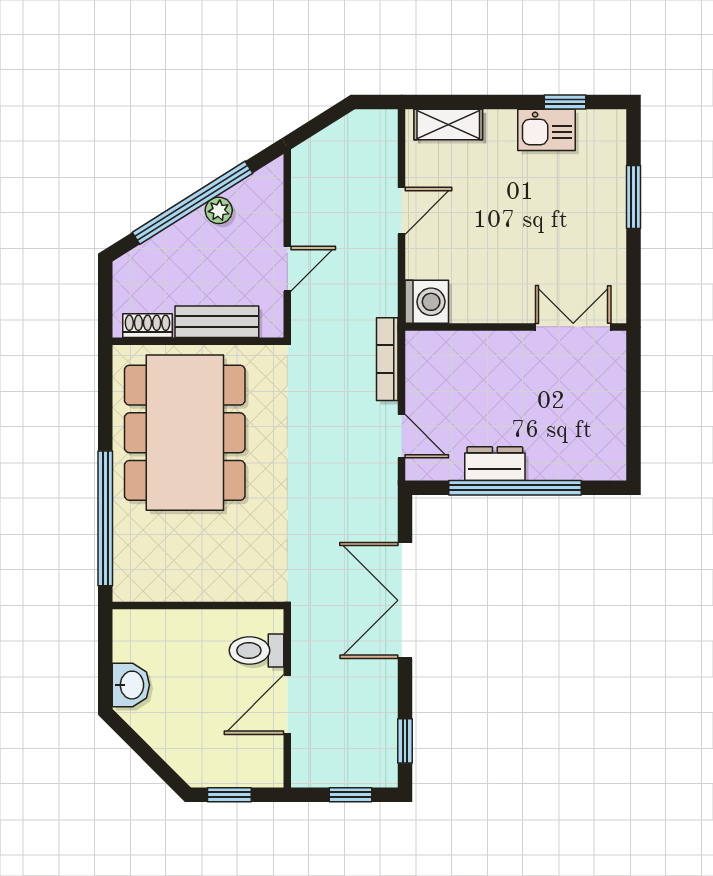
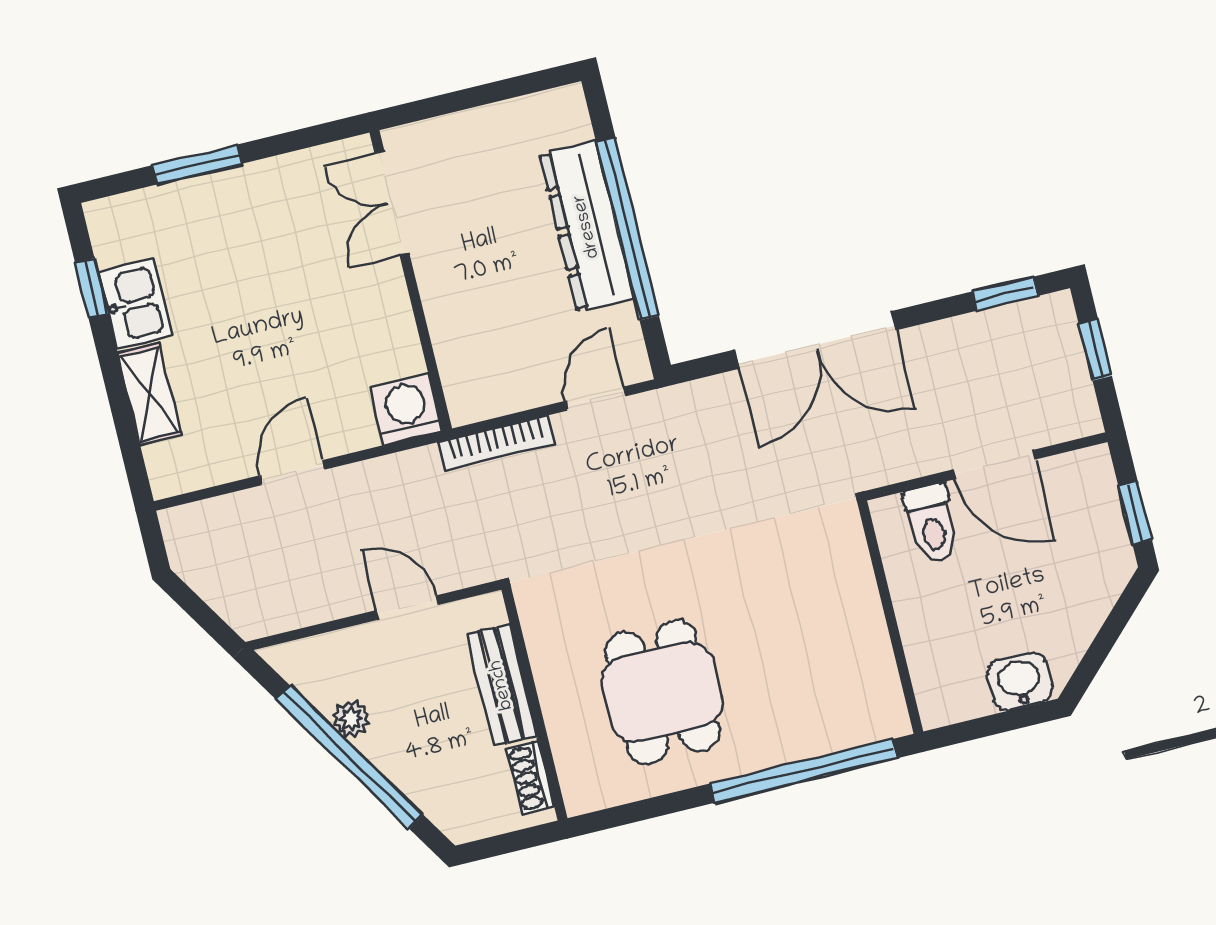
shelving: (448, 125) -> (149, 394), moved
door: (402, 211) -> (292, 473), hinge flipped
dining table: (185, 433) -> (662, 692), width x0.53, depth x0.80
dresser: (495, 464) -> (587, 226), width x1.96, depth x1.24

